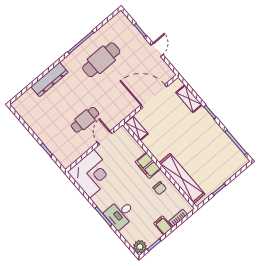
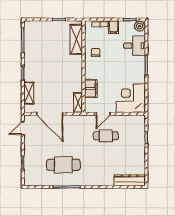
door: (157, 50) -> (23, 128), moved
dresser: (50, 80) -> (130, 180), moved
filing cabinet: (148, 165) -> (91, 88), moved
shelving: (182, 179) -> (76, 39), width x0.68
desk: (120, 214) -> (135, 46), moved

